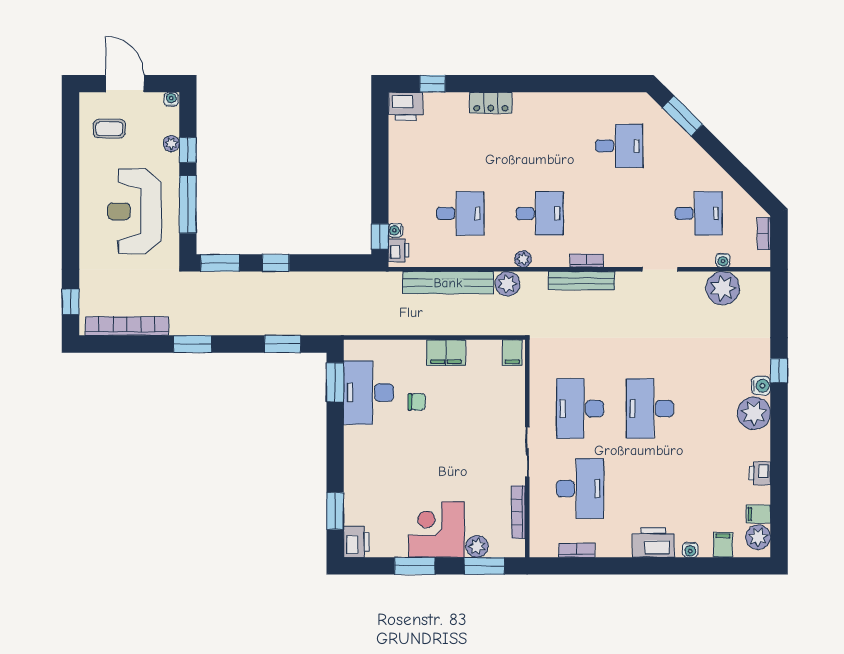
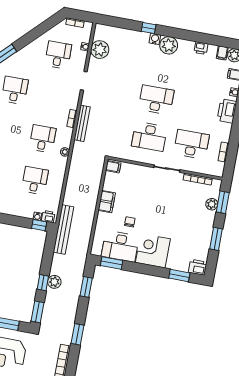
bench: (448, 283) -> (63, 230), moved
plant: (508, 284) -> (54, 282), moved
desk: (650, 409) -> (156, 100), turned 180
corner desk: (436, 529) -> (153, 251), moved, turned 90

